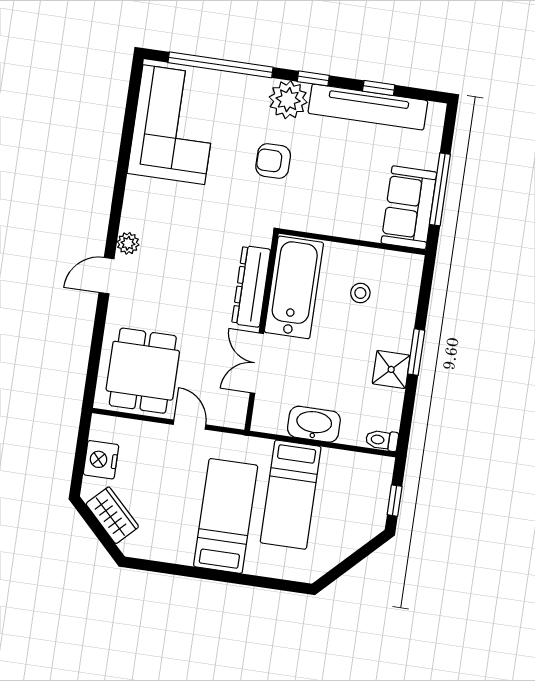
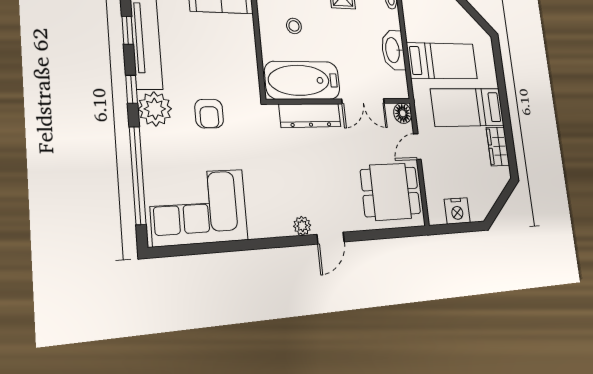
door: (107, 276) -> (331, 238), hinge flipped
floor lamp: (234, 415) -> (403, 113), added
wardrobe: (112, 515) -> (498, 146), moved, turned -45

